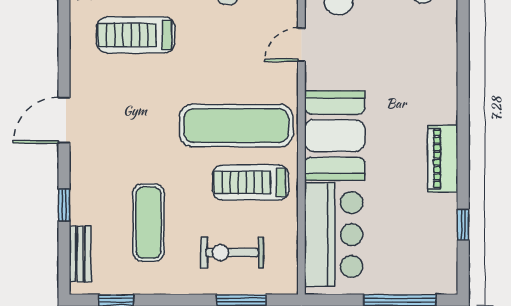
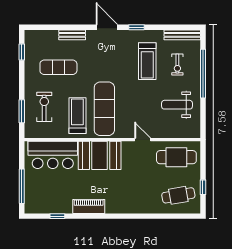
treadmill: (136, 35) -> (147, 61), turned 180
window: (64, 205) -> (136, 27), moved
bench: (80, 254) -> (72, 35), moved

